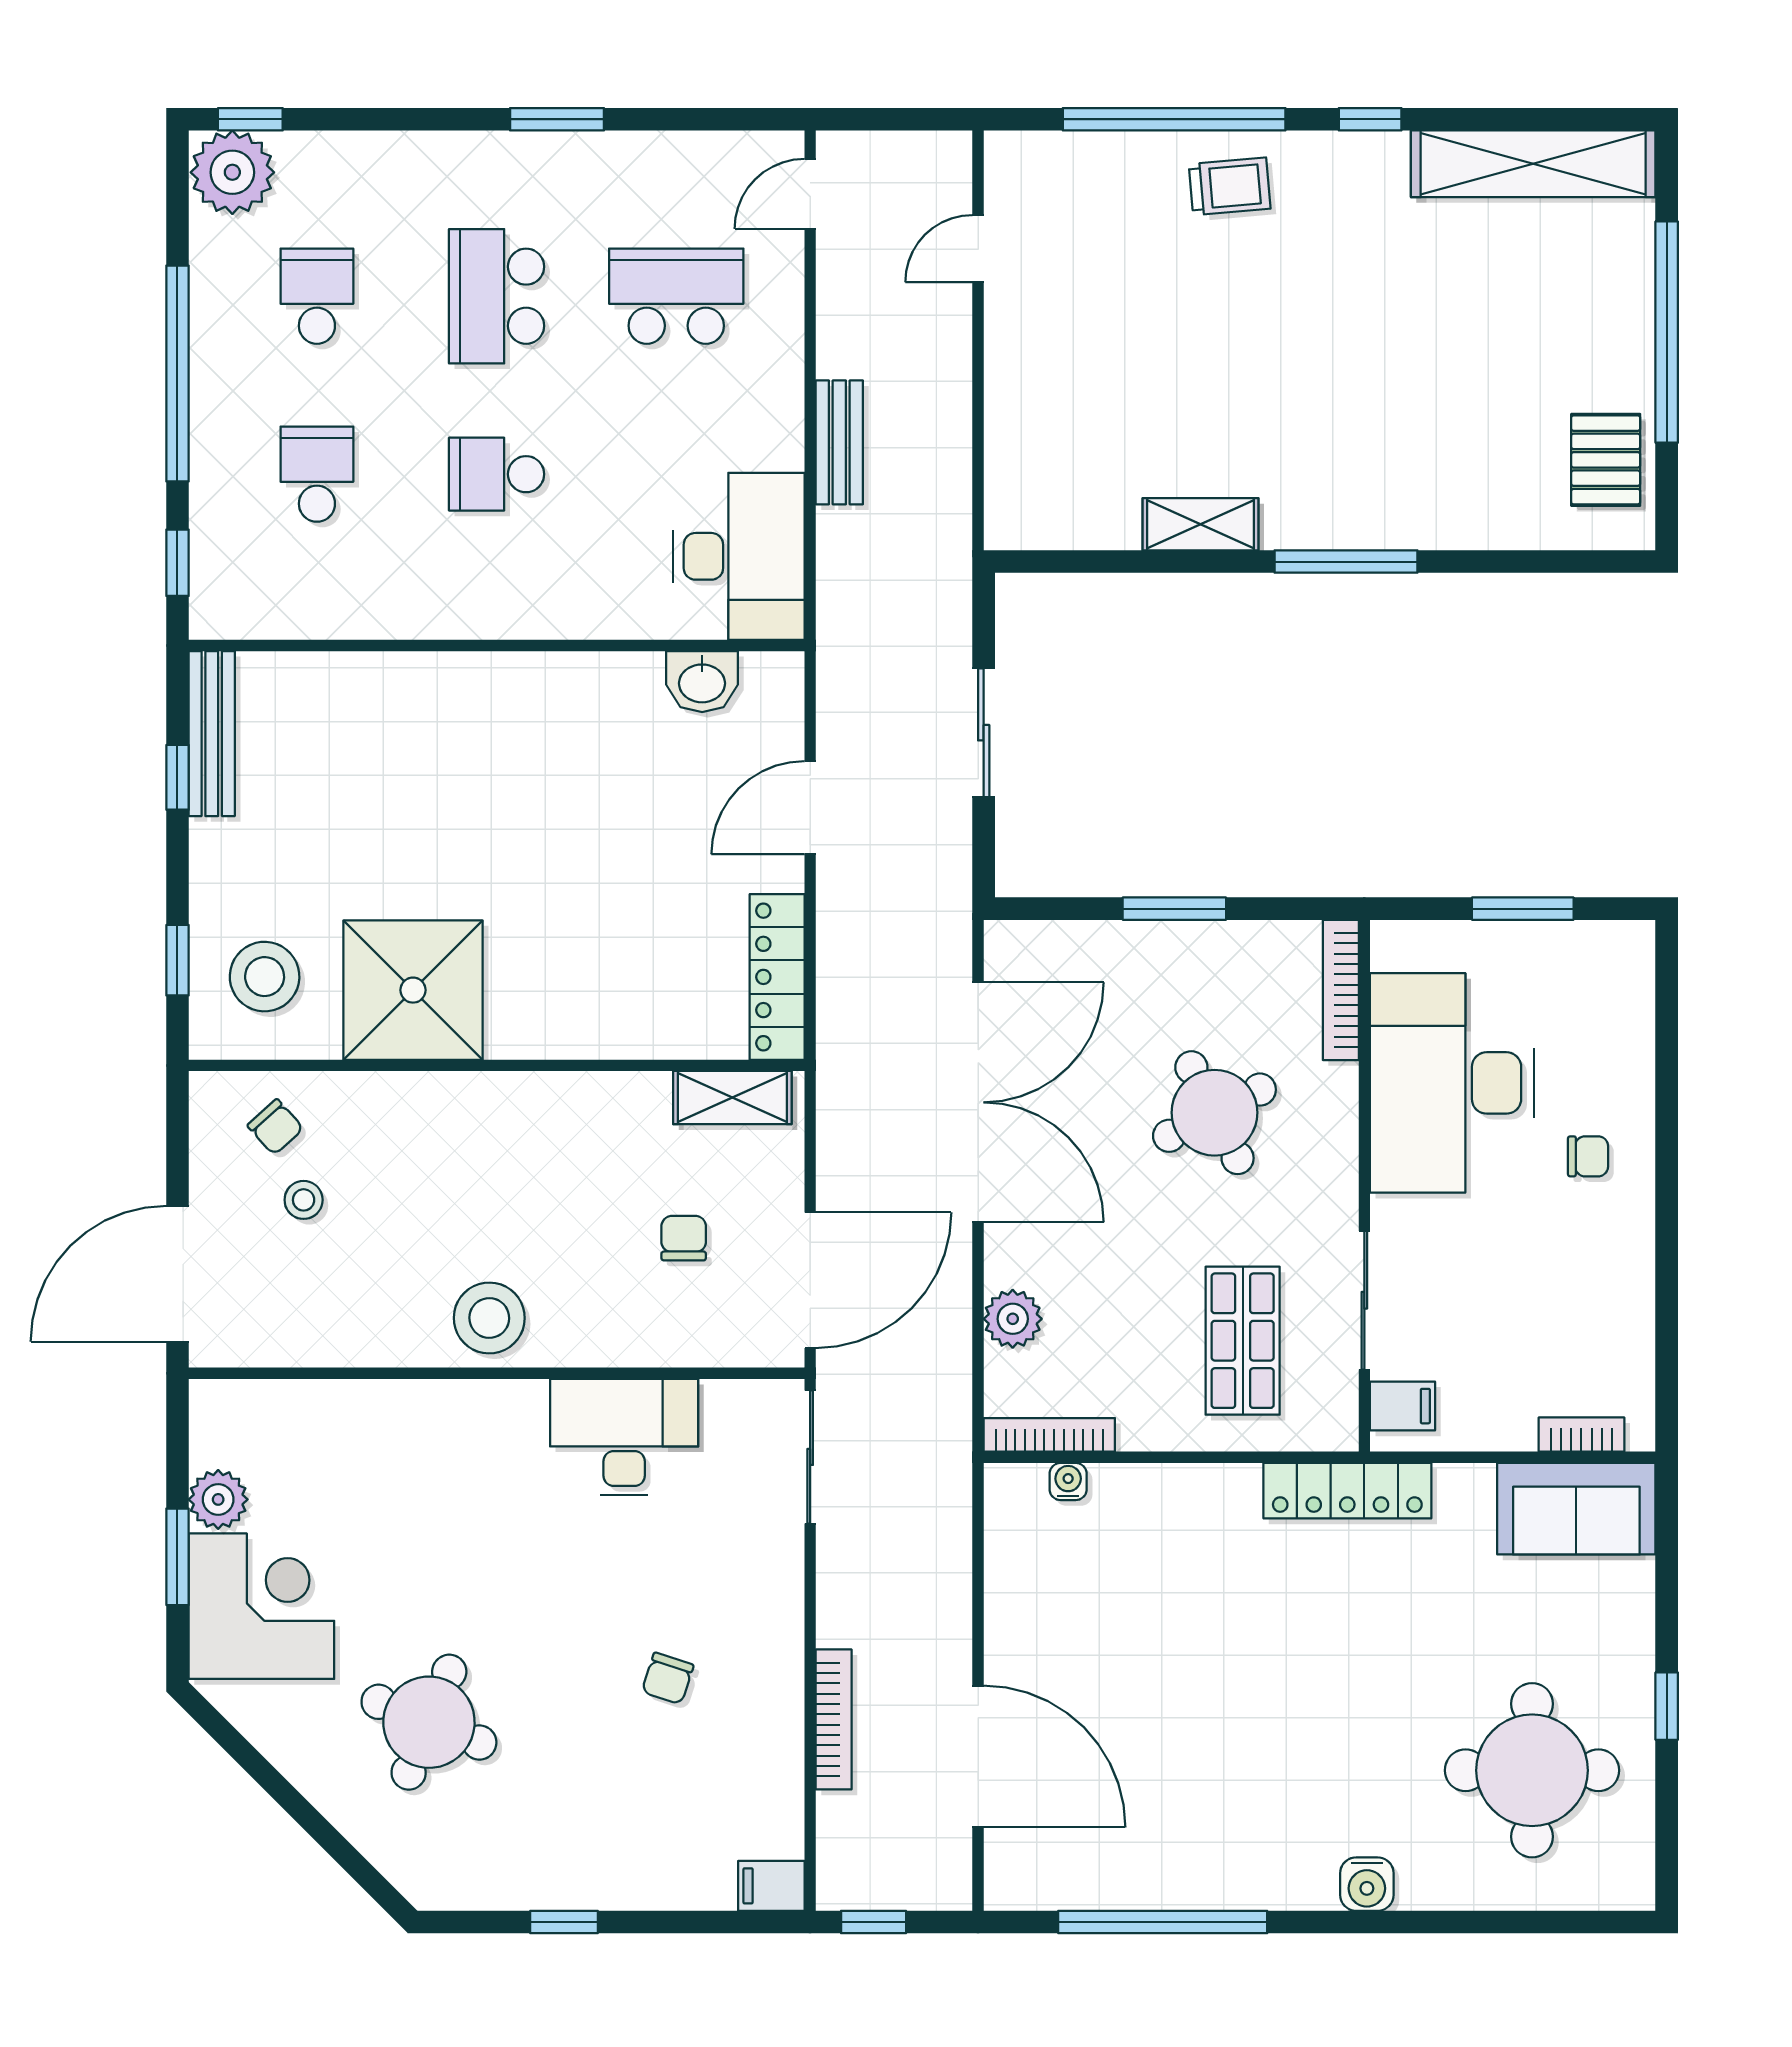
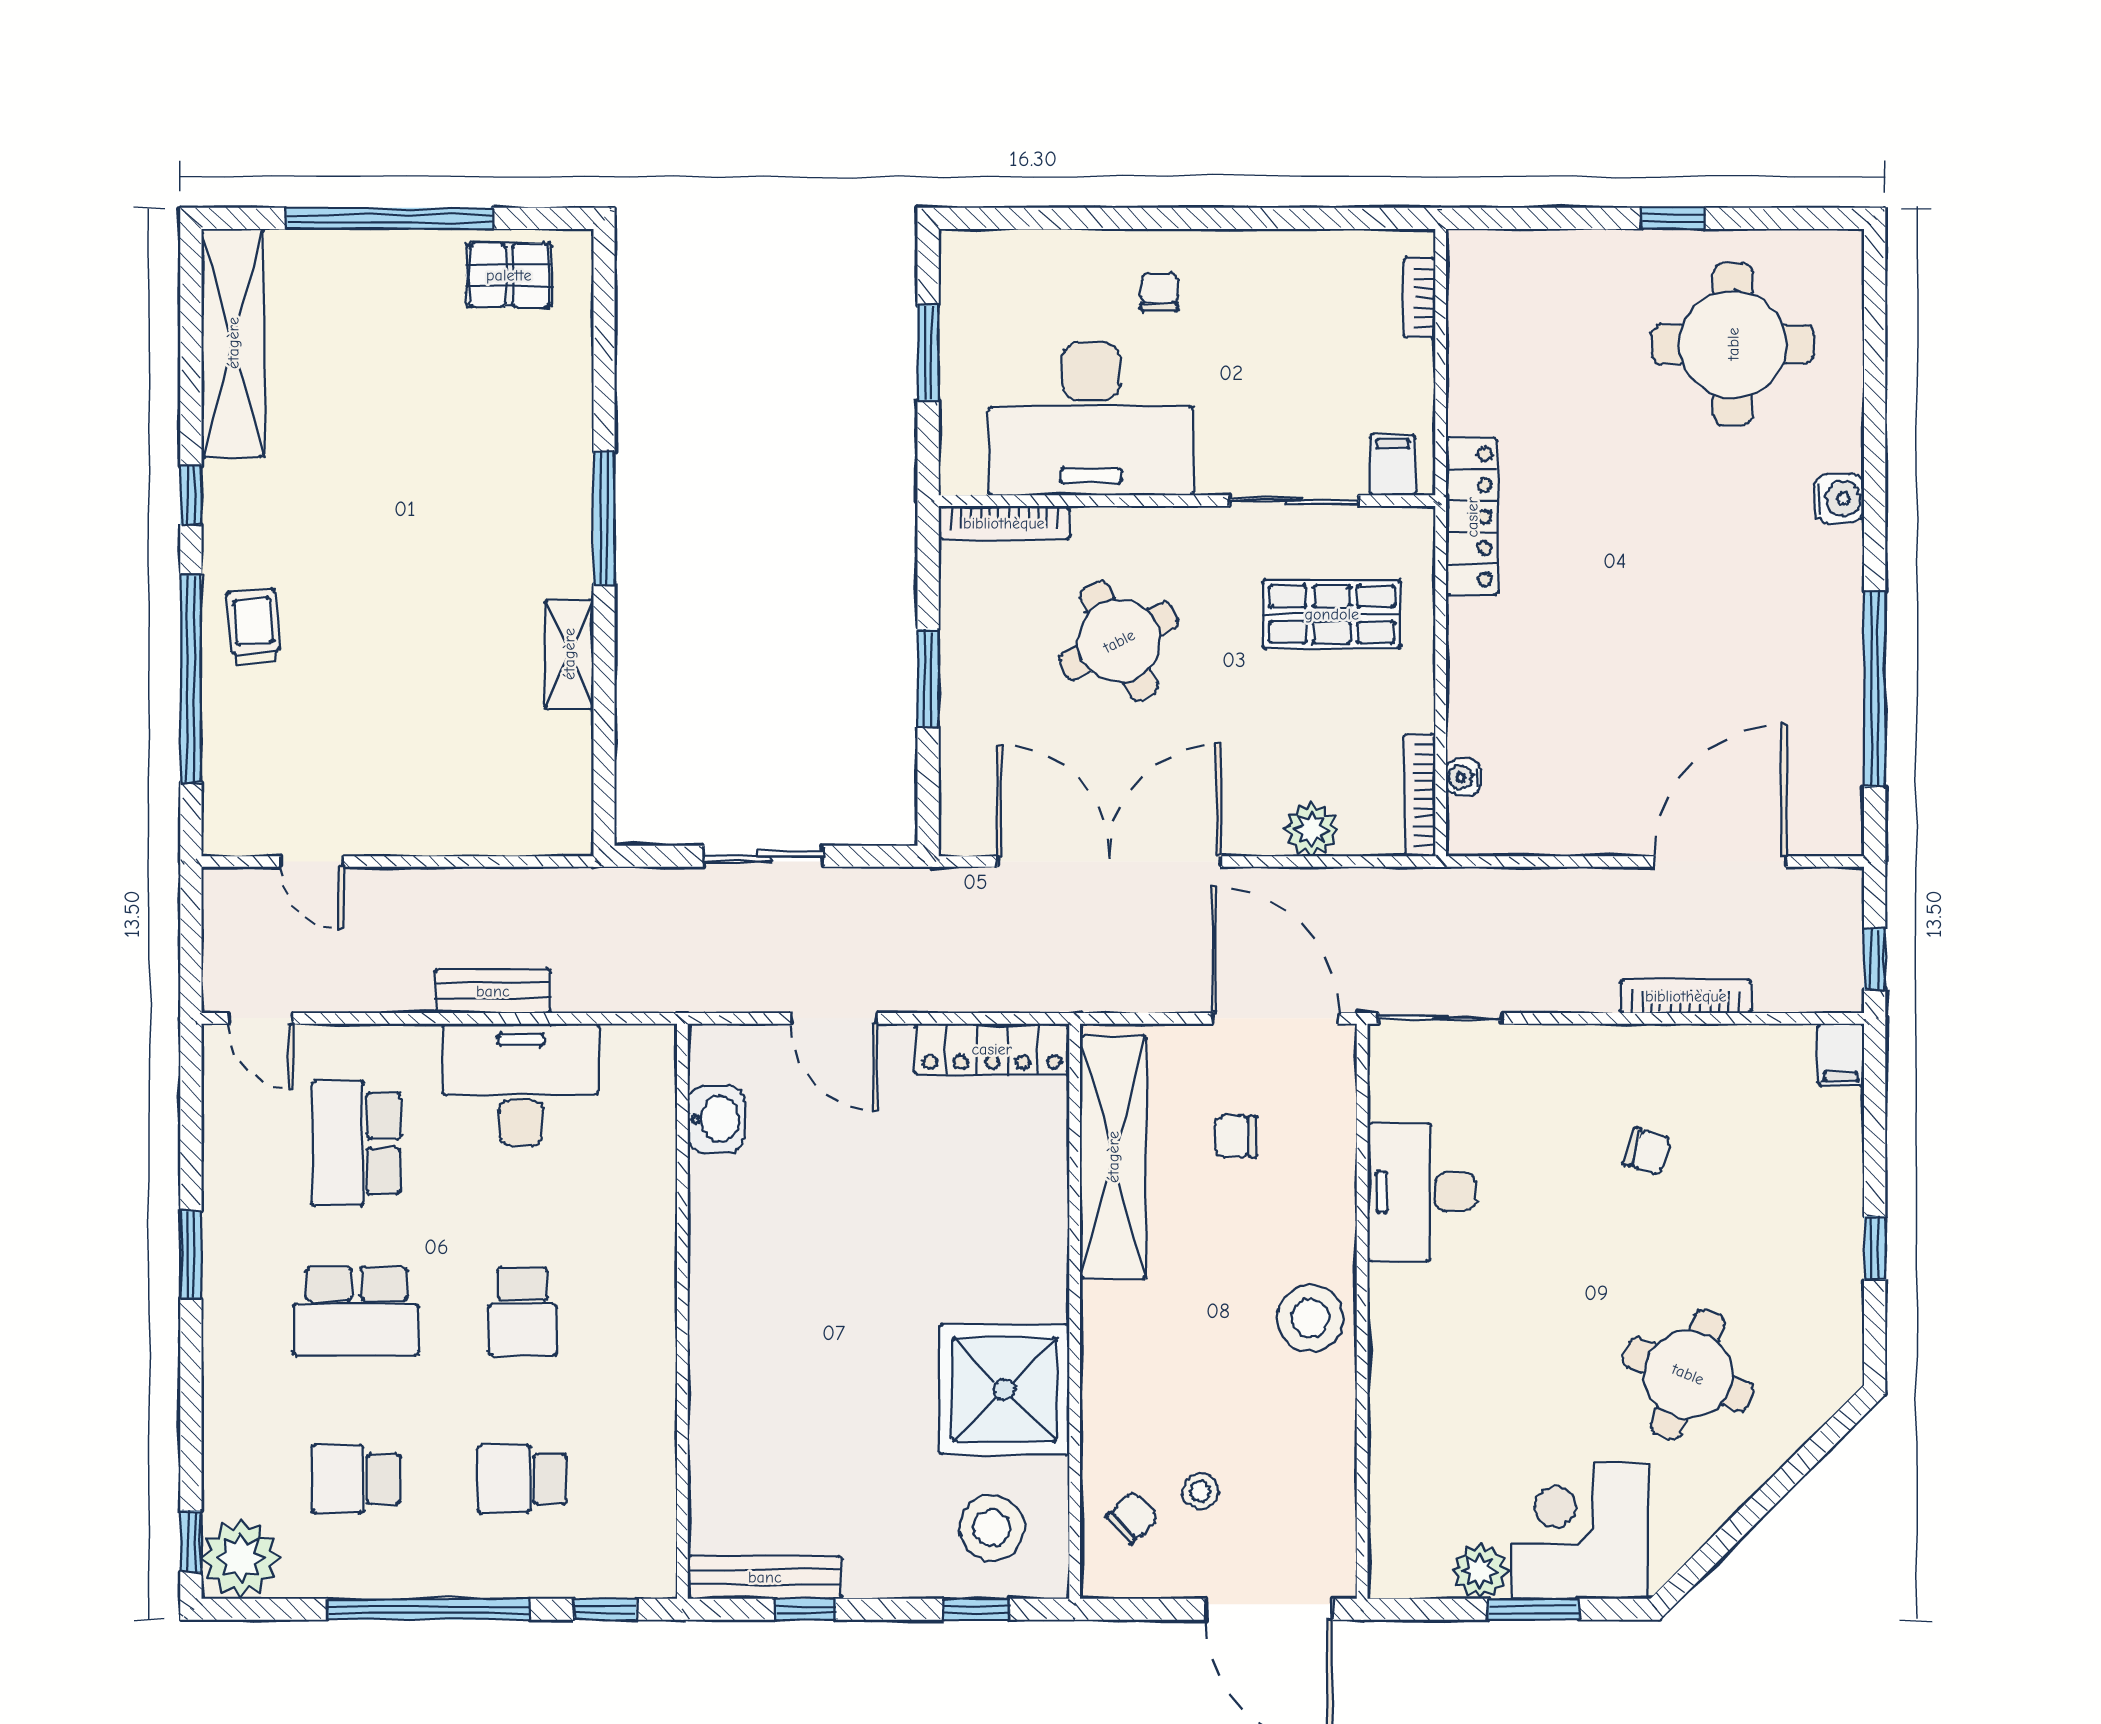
desk: (739, 556) -> (521, 1085), moved
shelving: (732, 1098) -> (1113, 1157), width x2.20, depth x1.33
sofa: (1576, 1509) -> (1489, 303), removed

